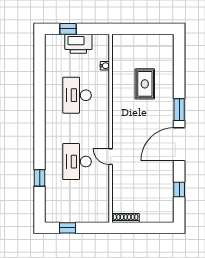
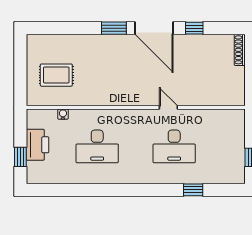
rug: (145, 84) -> (56, 75), moved
door: (111, 157) -> (168, 107), swing flipped
window: (179, 190) -> (194, 28), moved
shoe rack: (126, 218) -> (240, 50), moved

